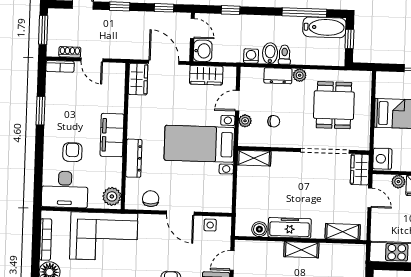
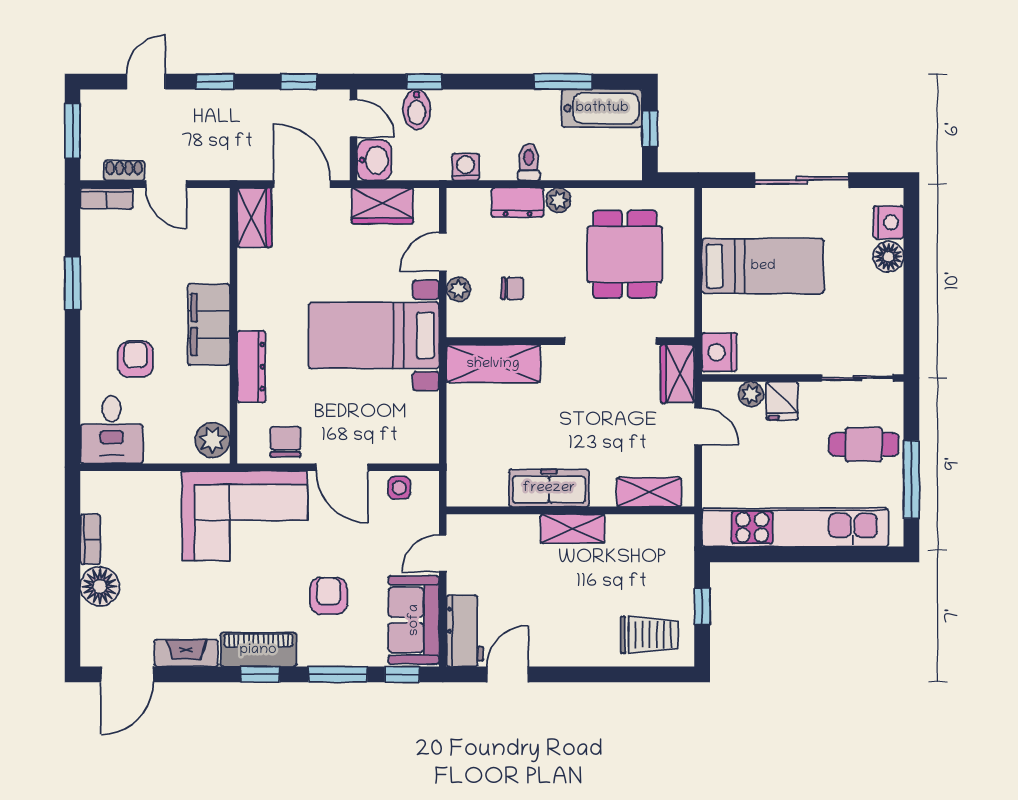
window: (304, 12) -> (563, 82), width x0.69
bidet: (270, 53) -> (417, 109), moved, turned 180
shelving: (254, 158) -> (493, 364), width x1.50, depth x1.33
desk: (65, 189) -> (112, 430), width x0.73
boiler: (259, 229) -> (492, 492), removed
corner sofa: (104, 236) -> (245, 516), moved
bookcase: (46, 239) -> (90, 539), width x0.64

